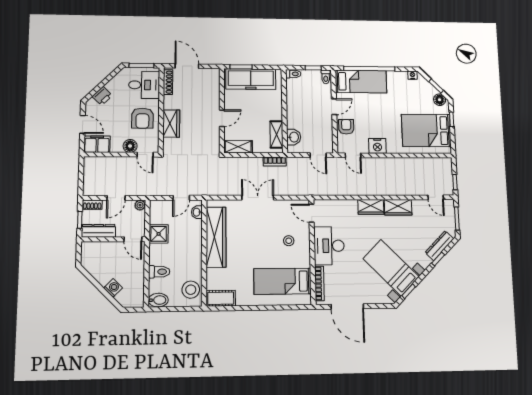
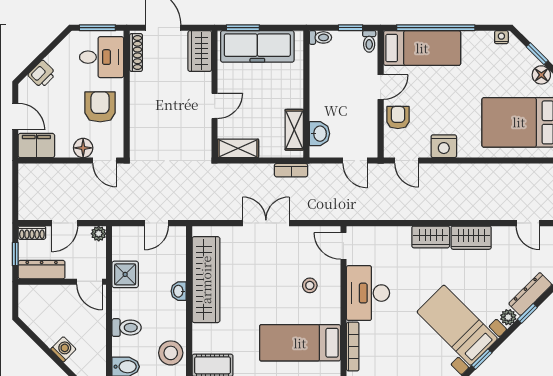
armchair: (142, 118) -> (100, 107), turned 180
wardrobe: (171, 123) -> (200, 51), moved, turned 180
washbasin: (197, 212) -> (179, 291), moved
plant: (425, 262) -> (508, 317), added

